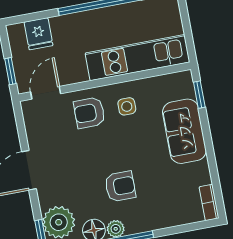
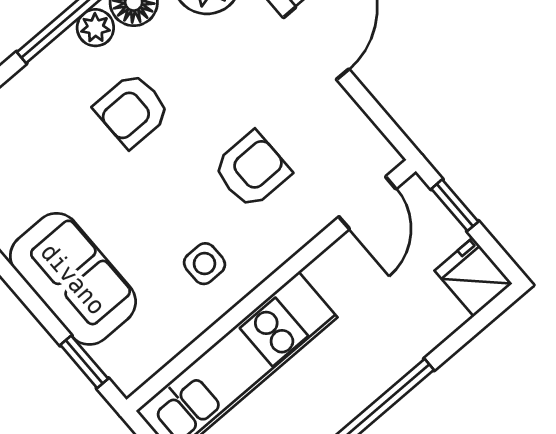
fridge: (38, 34) -> (473, 277), moved
armchair: (89, 113) -> (252, 170), moved

